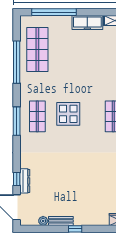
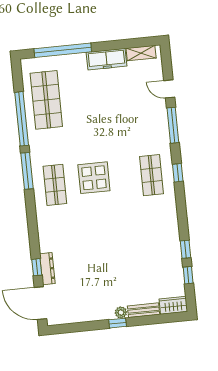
window: (17, 121) -> (27, 171), moved
plant: (43, 221) -> (121, 312), moved
bench: (61, 221) -> (144, 310), moved

